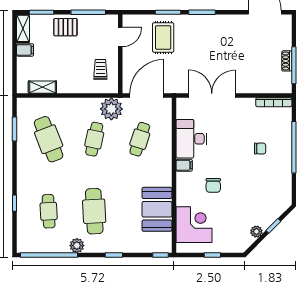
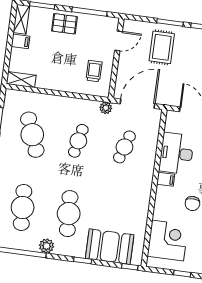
shelving: (42, 87) -> (21, 80), moved
plant: (111, 109) -> (106, 108), width x0.53, depth x0.53
booth: (157, 209) -> (110, 247), moved, turned 90
cafe table: (49, 211) -> (23, 207), width x1.37, depth x1.35

